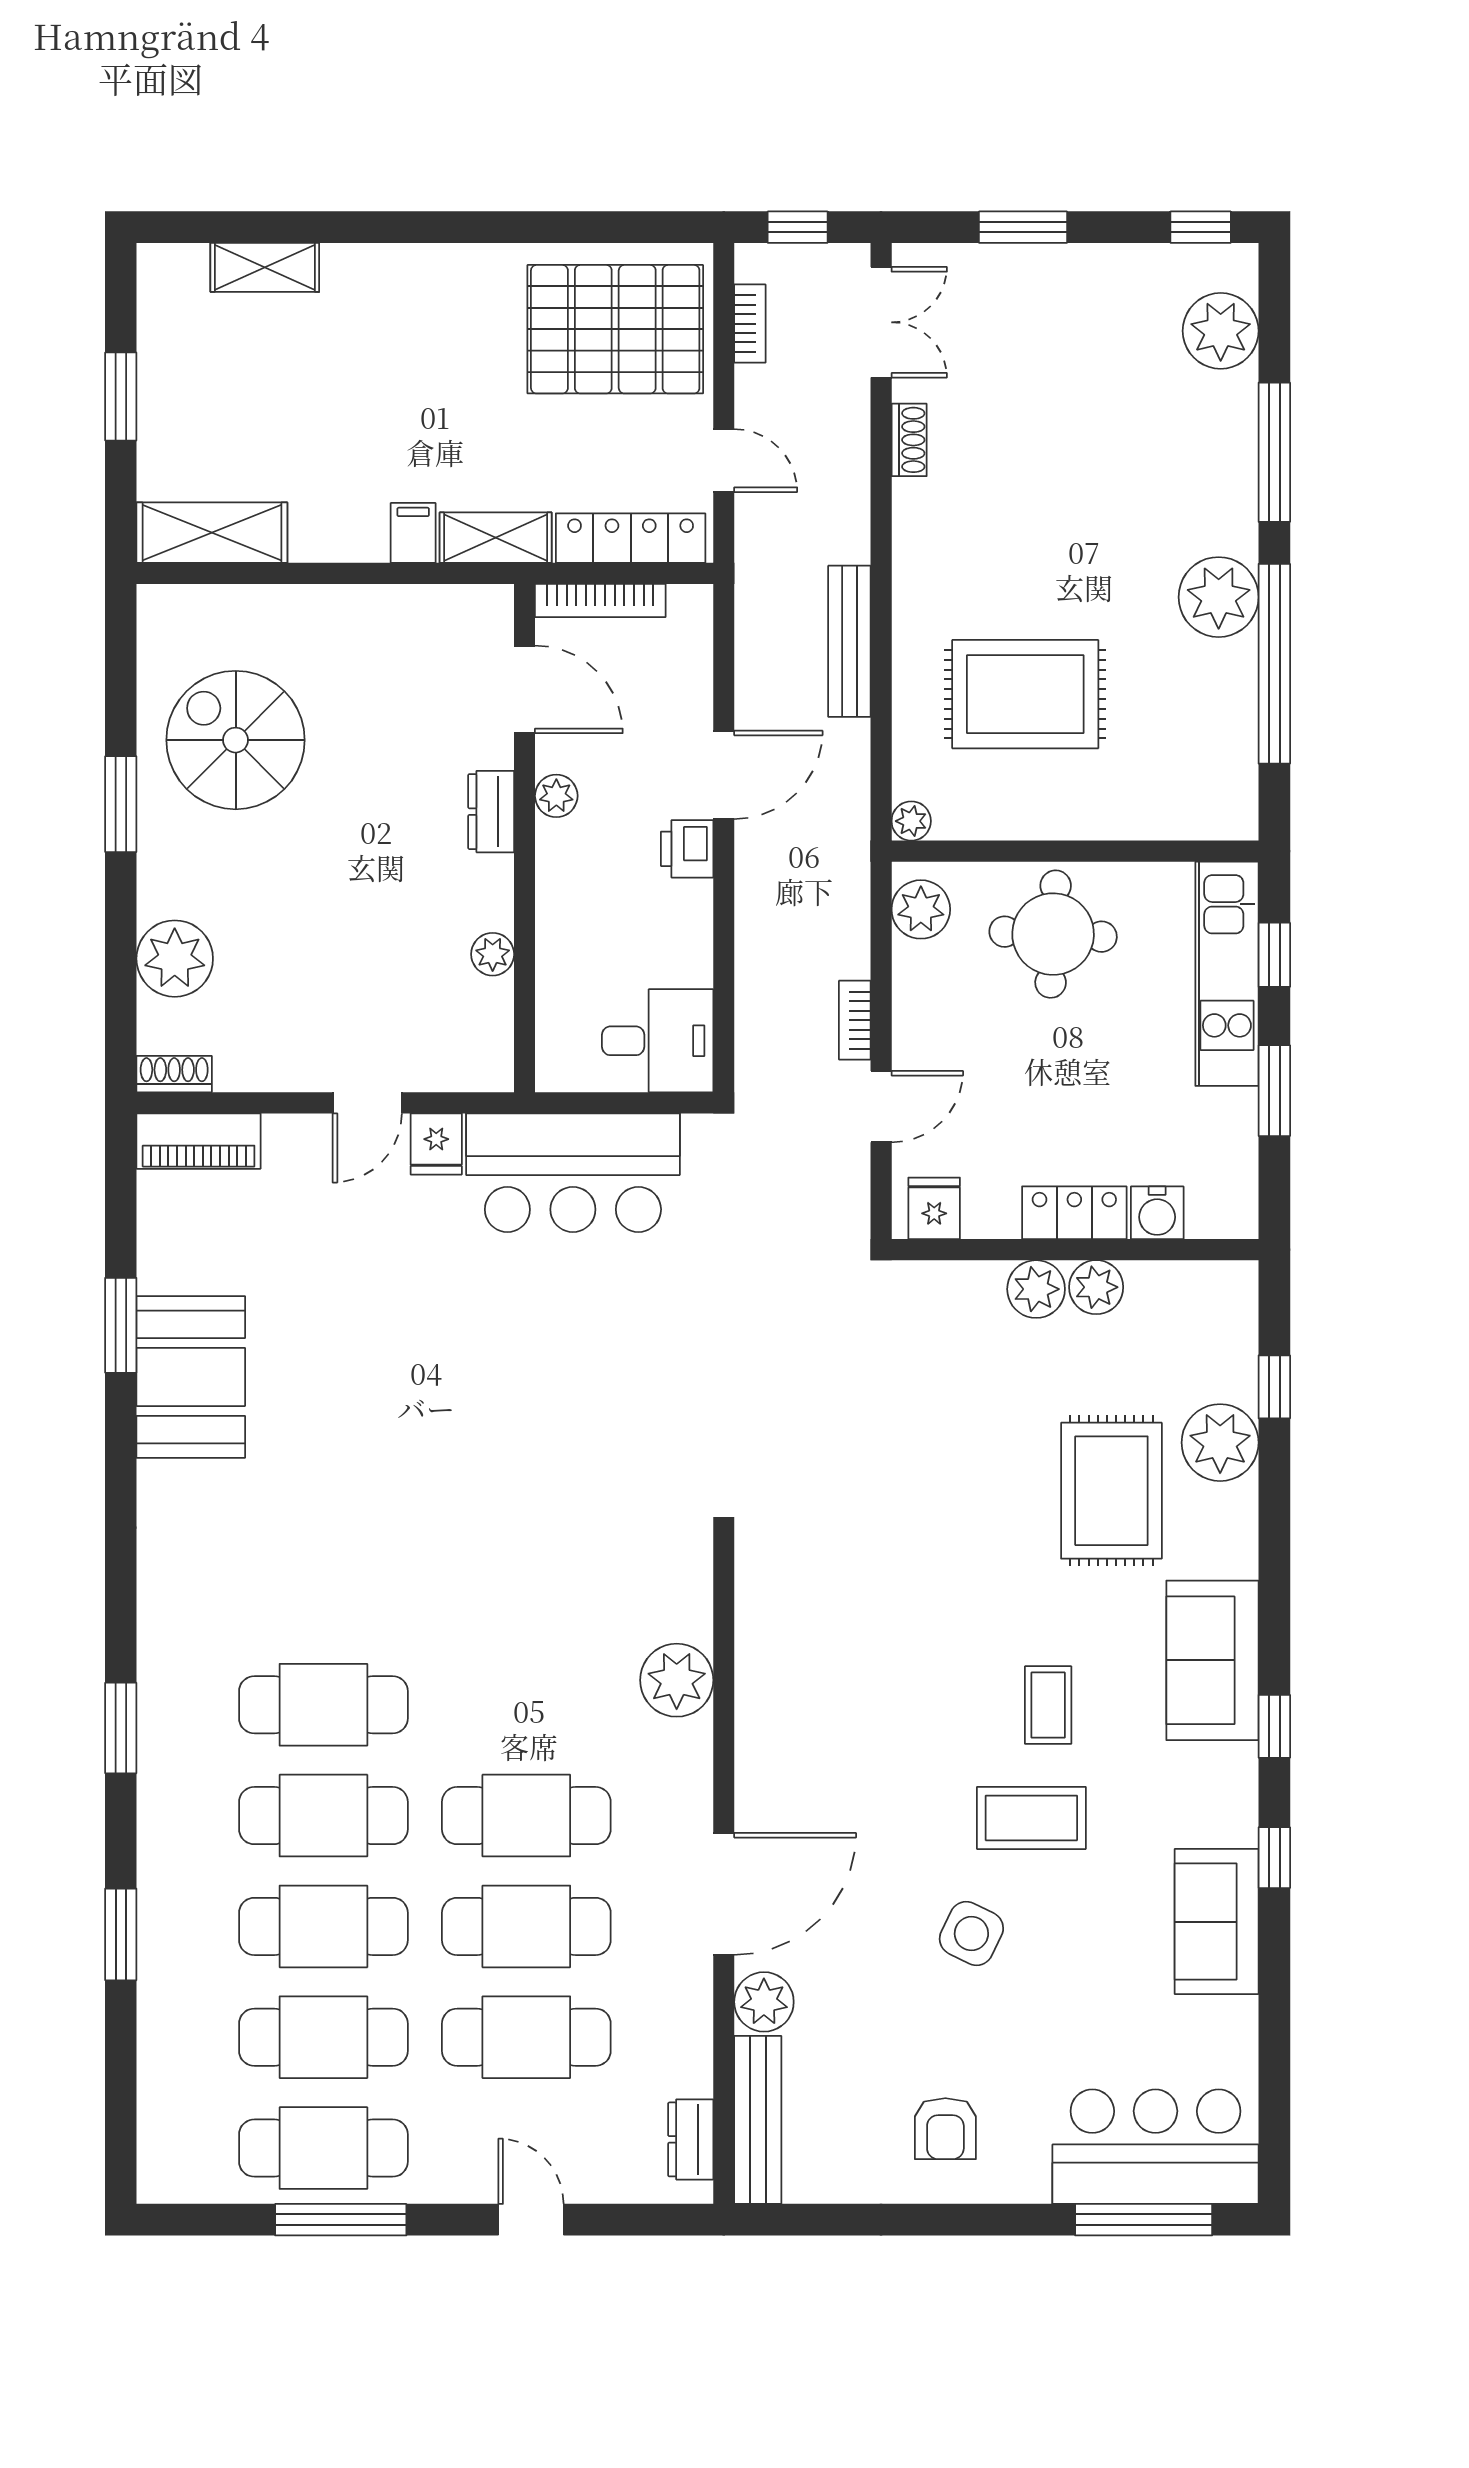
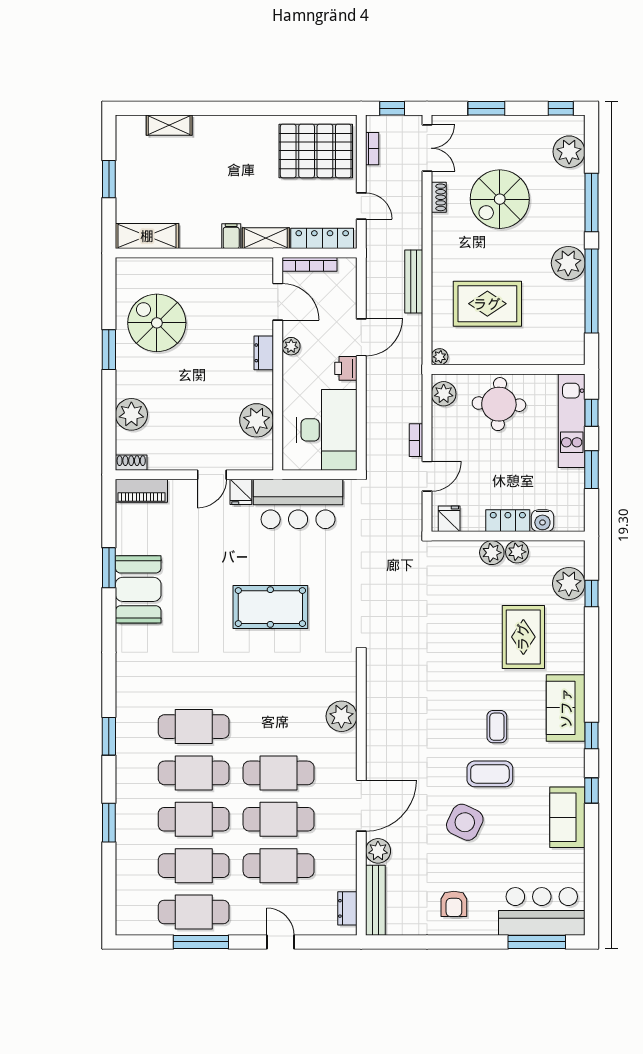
spiral stairs: (1055, 444) -> (500, 199), added
plant: (493, 954) -> (257, 420), width x1.87, depth x1.87
desk: (658, 1041) -> (326, 430), width x1.87, depth x1.30
pool table: (507, 1419) -> (270, 607), added
plant: (1220, 1443) -> (569, 583), moved
side table: (971, 1934) -> (465, 822), width x1.37, depth x1.37

